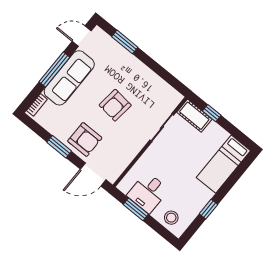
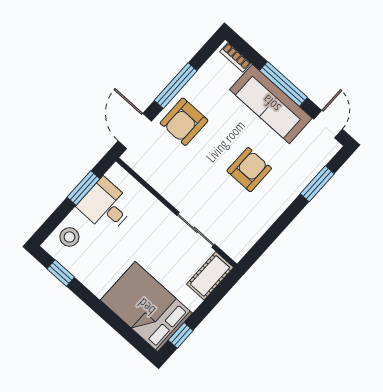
armchair: (115, 105) -> (249, 170), moved, turned 84
window: (212, 113) -> (181, 335), moved
window: (59, 147) -> (176, 86), width x1.44
bed: (223, 164) -> (146, 307), width x1.50
window: (208, 209) -> (61, 273), moved

